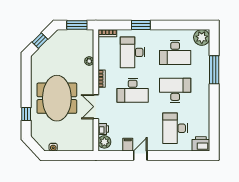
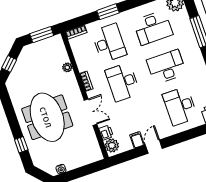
desk: (133, 52) -> (109, 43), turned 180
desk: (133, 90) -> (123, 82), turned 90
double door: (96, 107) -> (90, 112), swing flipped

